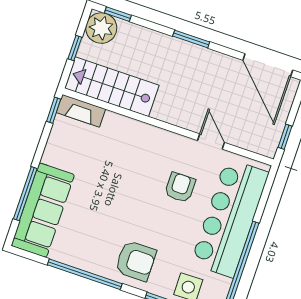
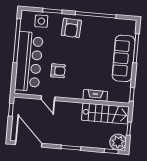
fireplace: (81, 111) -> (95, 95), moved
armchair: (180, 187) -> (58, 71), turned -90
sofa: (43, 210) -> (124, 58), moved
armchair: (136, 261) -> (71, 28), turned -87

